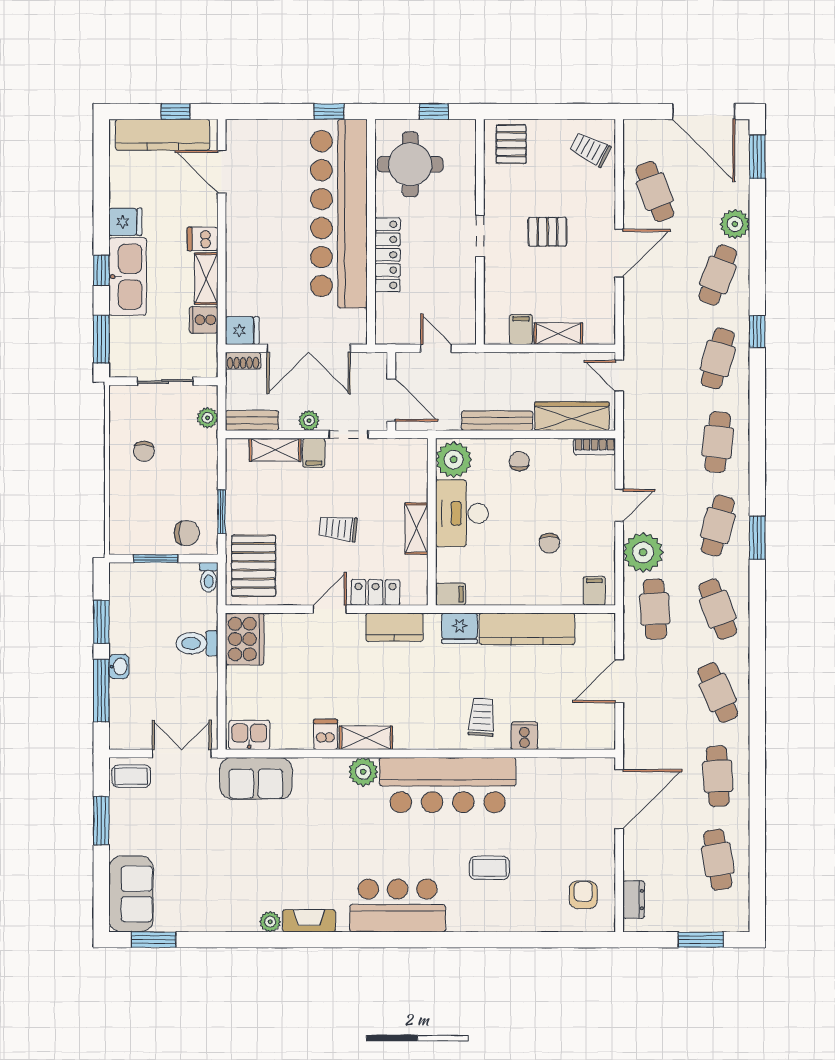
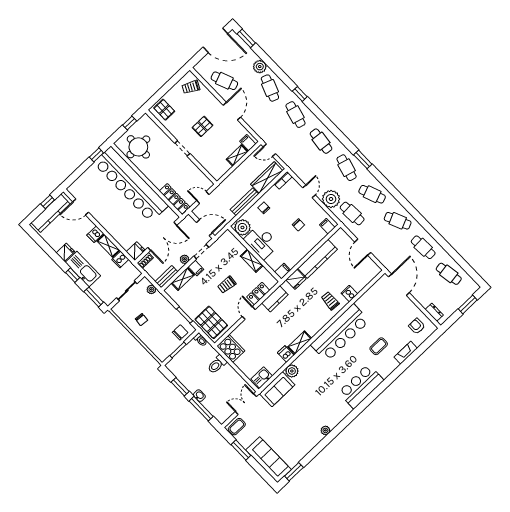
locker: (387, 255) -> (175, 199), moved
filing cabinet: (521, 329) -> (248, 143), moved
plant: (363, 772) -> (292, 371), moved
sofa: (131, 894) -> (268, 460), width x1.36
fireplace: (309, 921) -> (406, 353), moved

